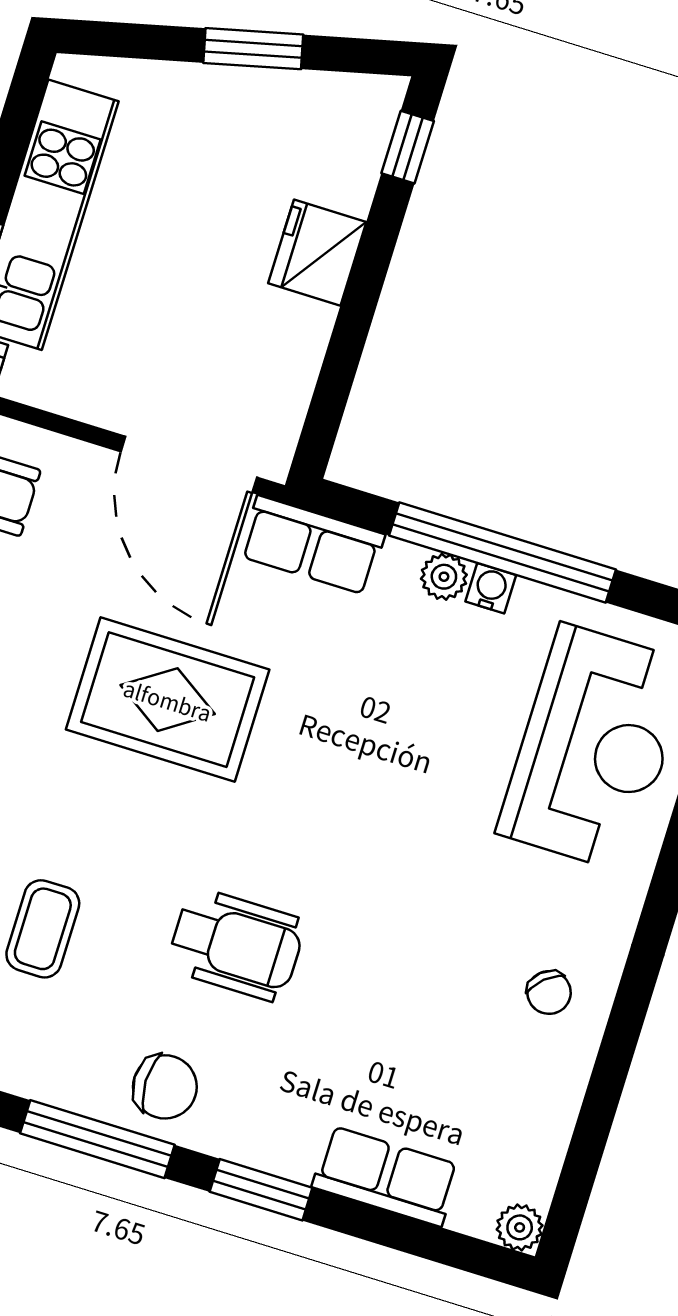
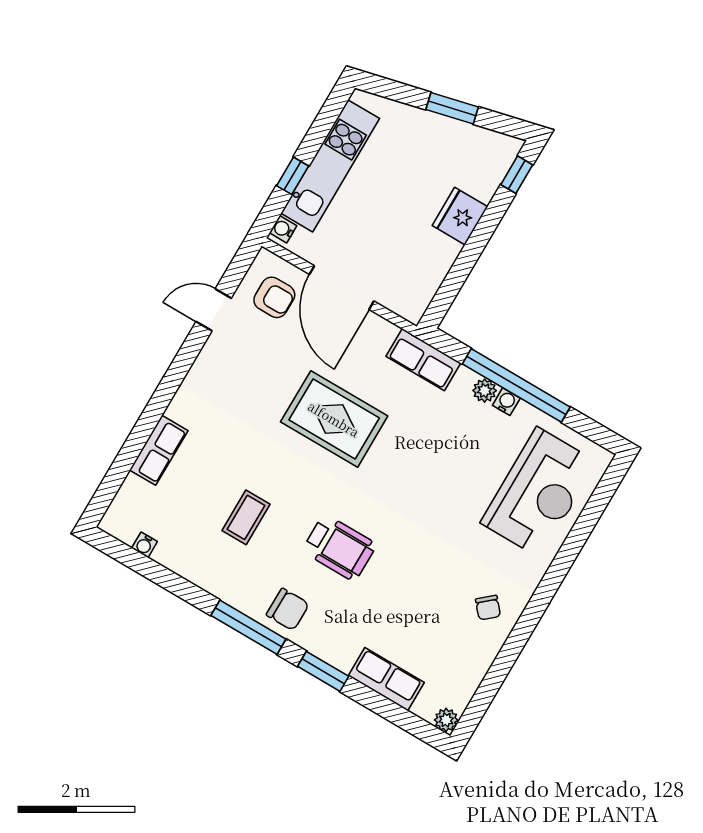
door: (189, 464) -> (342, 288), moved

